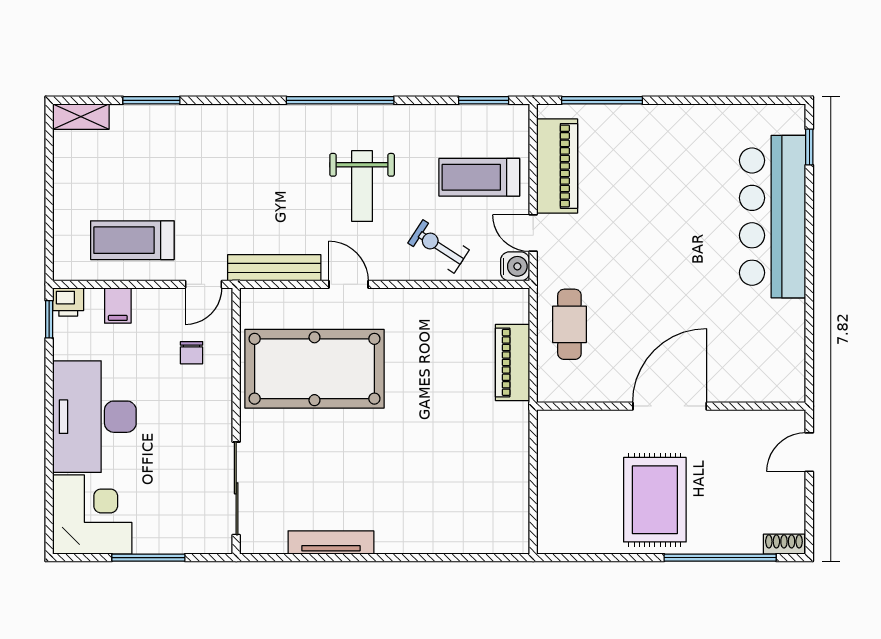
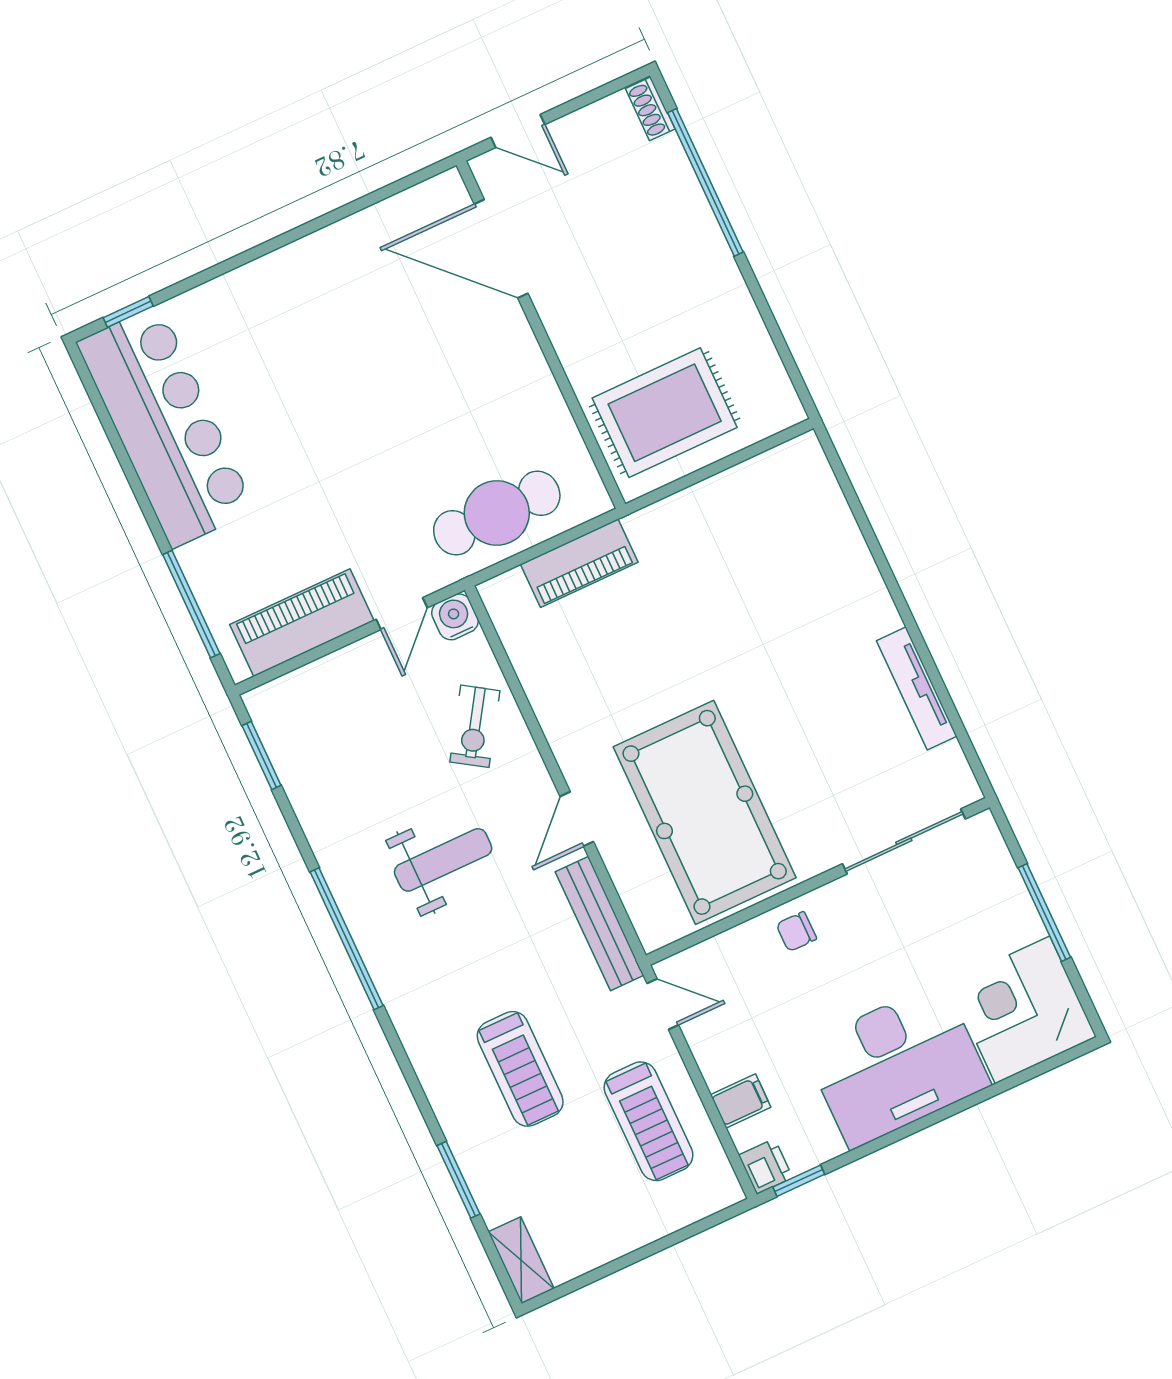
treadmill: (479, 177) -> (520, 1069), moved
bar counter: (773, 217) -> (166, 426), moved, turned -90
cafe table: (569, 324) -> (497, 513), width x1.37, depth x1.35
chair: (192, 353) -> (796, 932), moved, turned 180
door: (670, 406) -> (501, 249), moved
rug: (655, 500) -> (665, 413), moved

